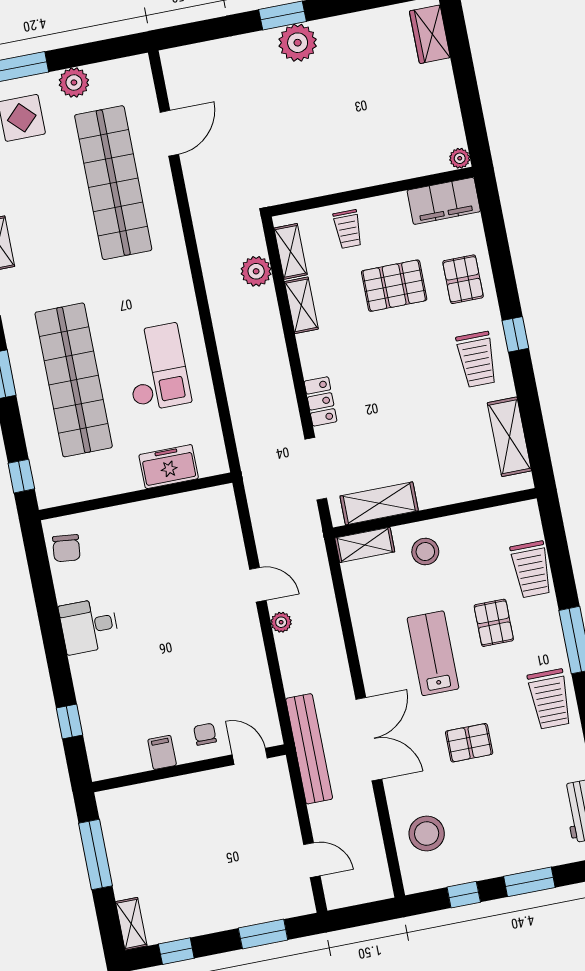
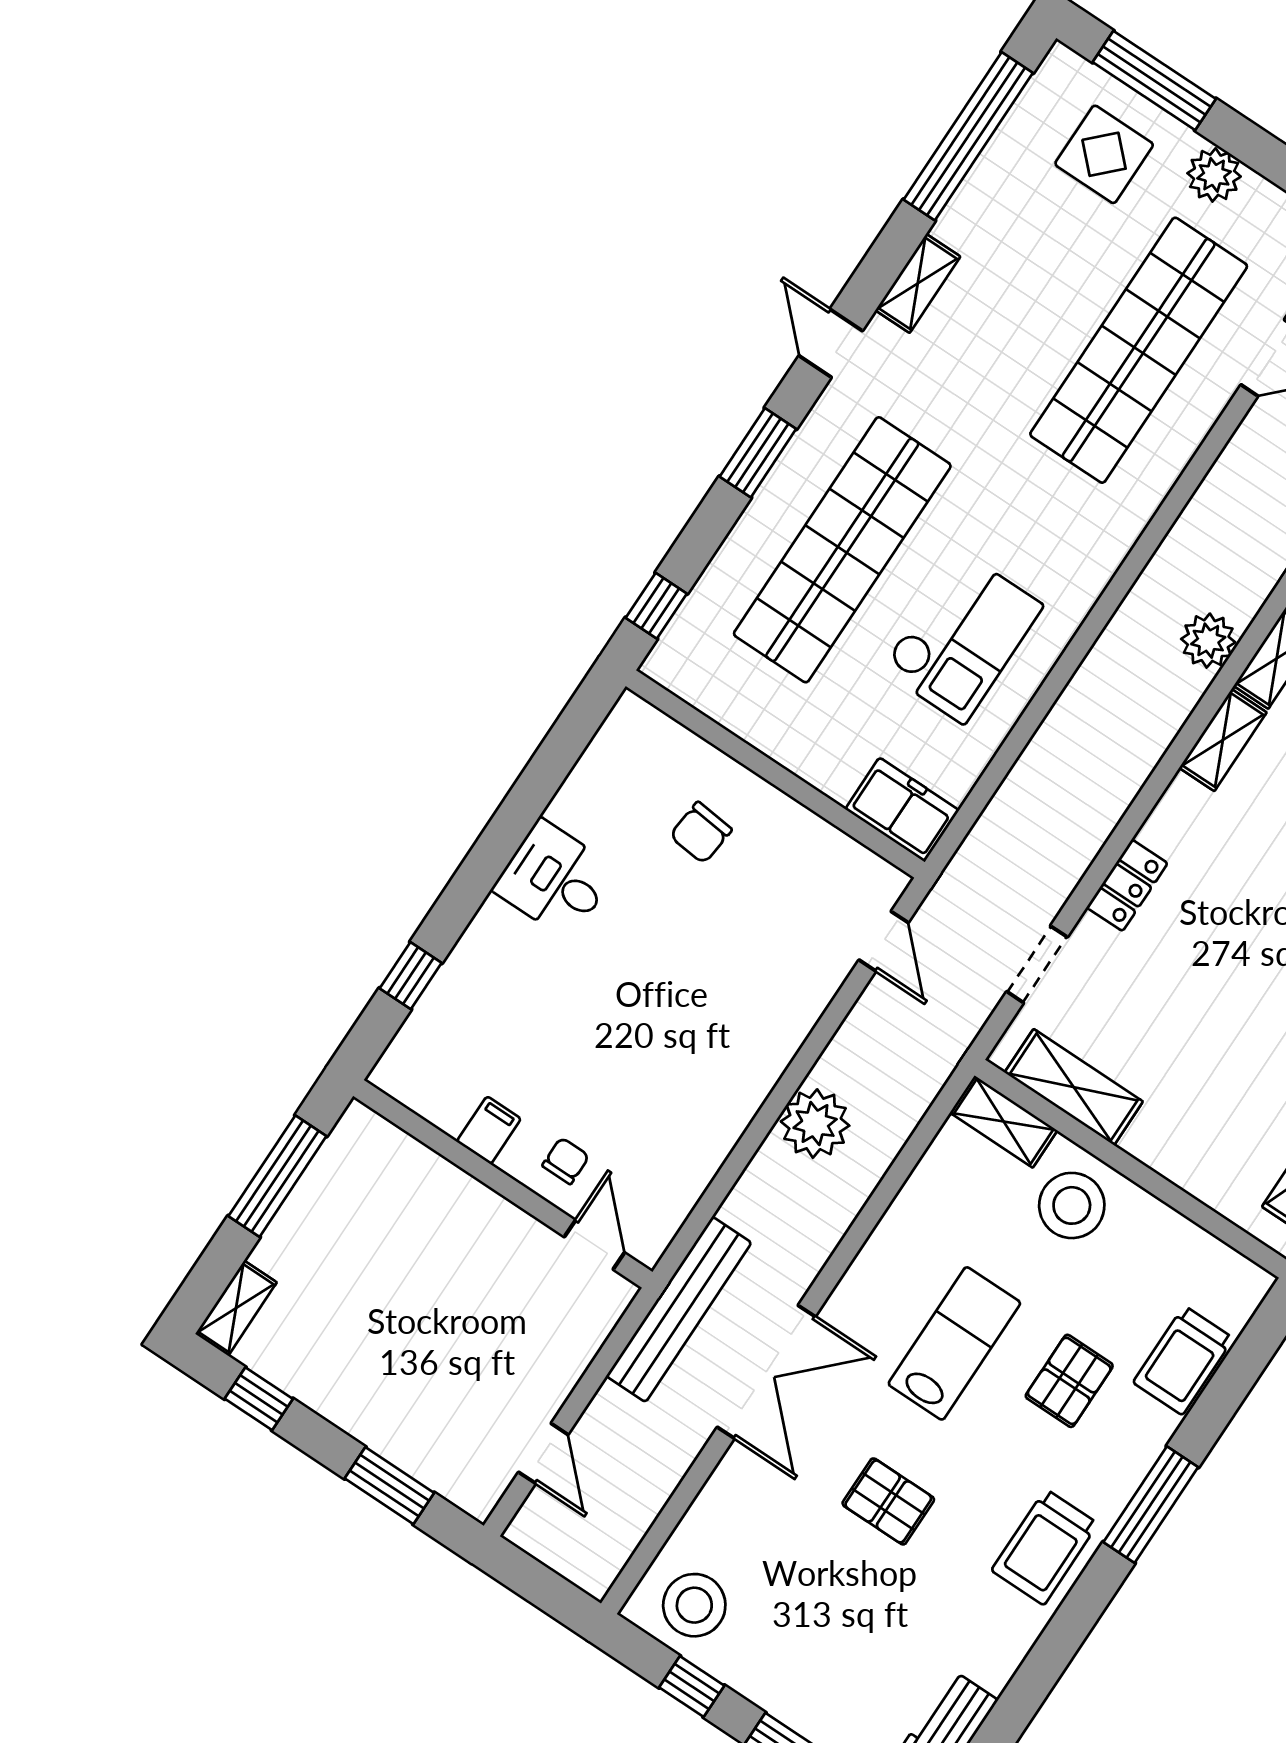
freezer: (169, 467) -> (902, 810), moved
doorway: (316, 469) -> (1037, 964), width x0.73
chair: (66, 548) -> (701, 833), moved
stool: (425, 552) -> (1072, 1205), width x1.38, depth x1.38
door: (258, 585) -> (884, 941), moved
plant: (281, 622) -> (815, 1124), width x1.88, depth x1.88
stool: (427, 833) -> (694, 1605), moved

